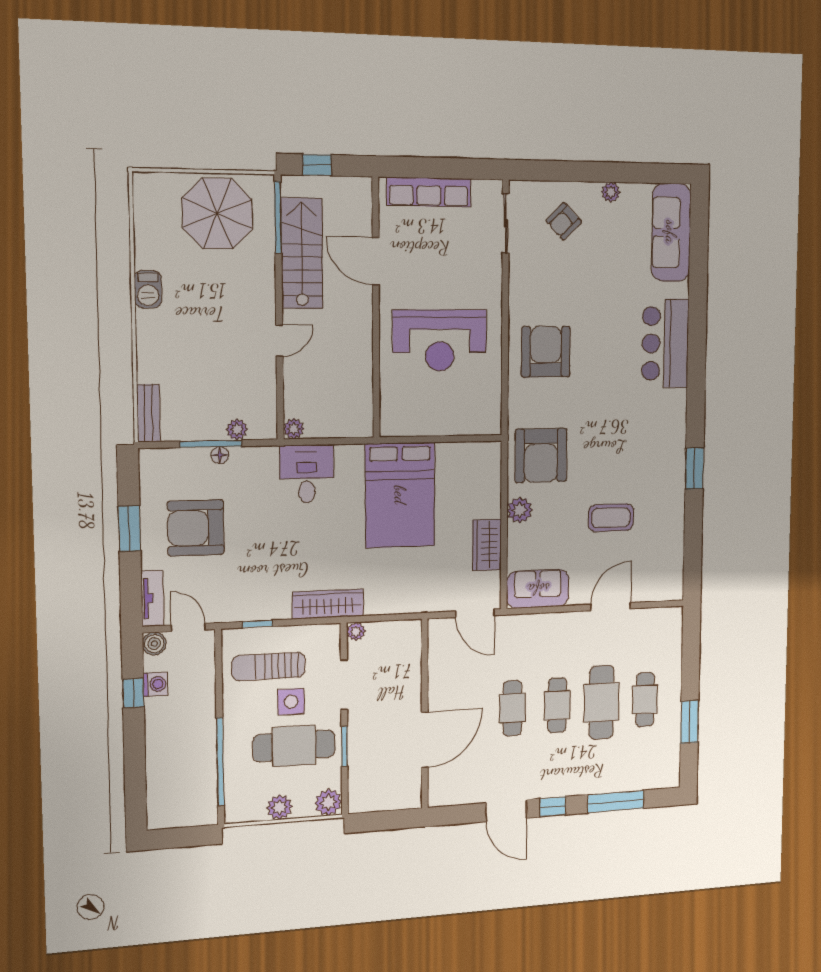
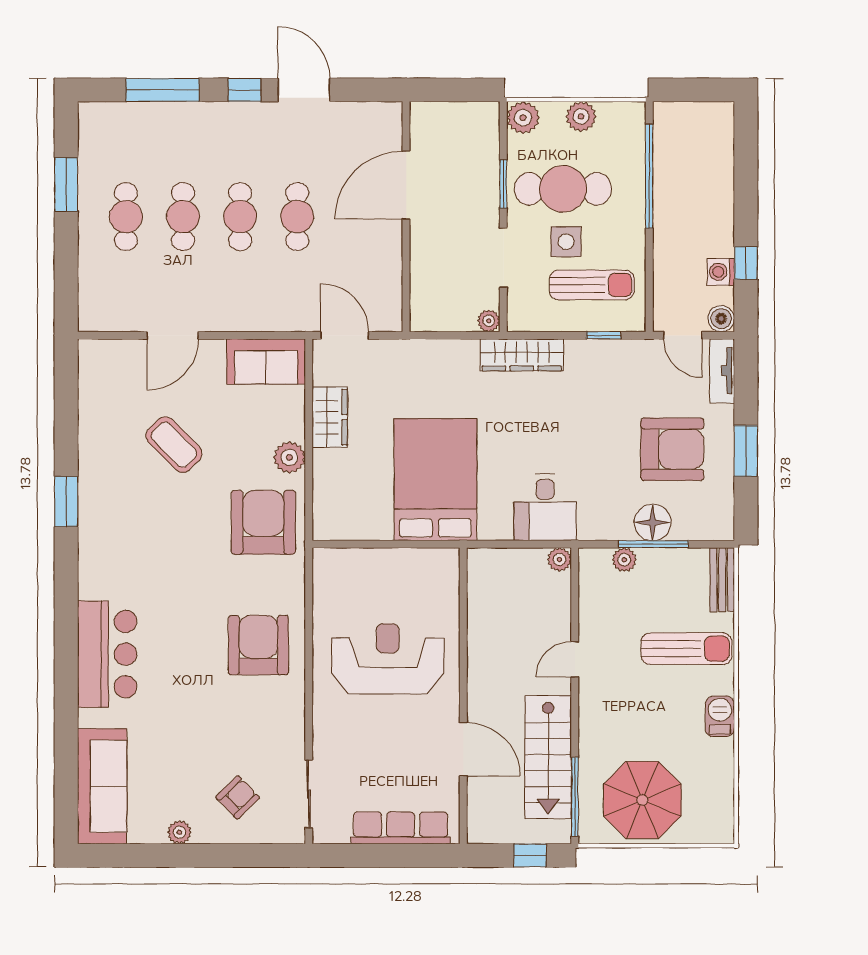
sun lounger: (180, 351) -> (687, 649), added
armchair: (546, 352) -> (258, 645), turned 180
floor lamp: (220, 455) -> (653, 522), width x1.89, depth x1.89
coffee table: (611, 518) -> (174, 445), turned 45
cafe table: (601, 702) -> (183, 217), width x0.73, depth x0.74

